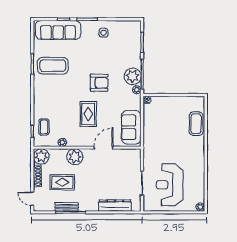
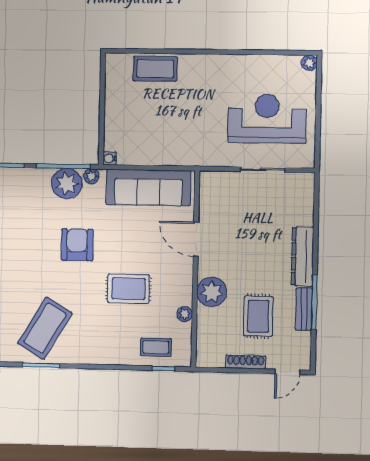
coffee table: (53, 66) -> (45, 328), turned 31
rug: (88, 114) -> (129, 289), moved
sofa: (131, 127) -> (148, 188), width x1.36
plant: (41, 156) -> (210, 354), removed
reception desk: (170, 185) -> (267, 119), turned 180
dresser: (115, 205) -> (302, 257), moved

